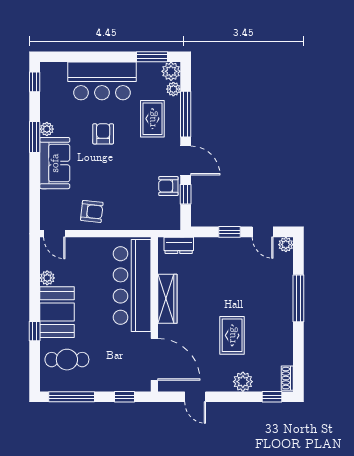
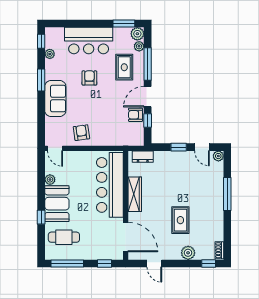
plant: (47, 129) -> (50, 54), moved
door: (186, 160) -> (148, 97), swing flipped
armchair: (92, 211) -> (81, 133), turned -104

